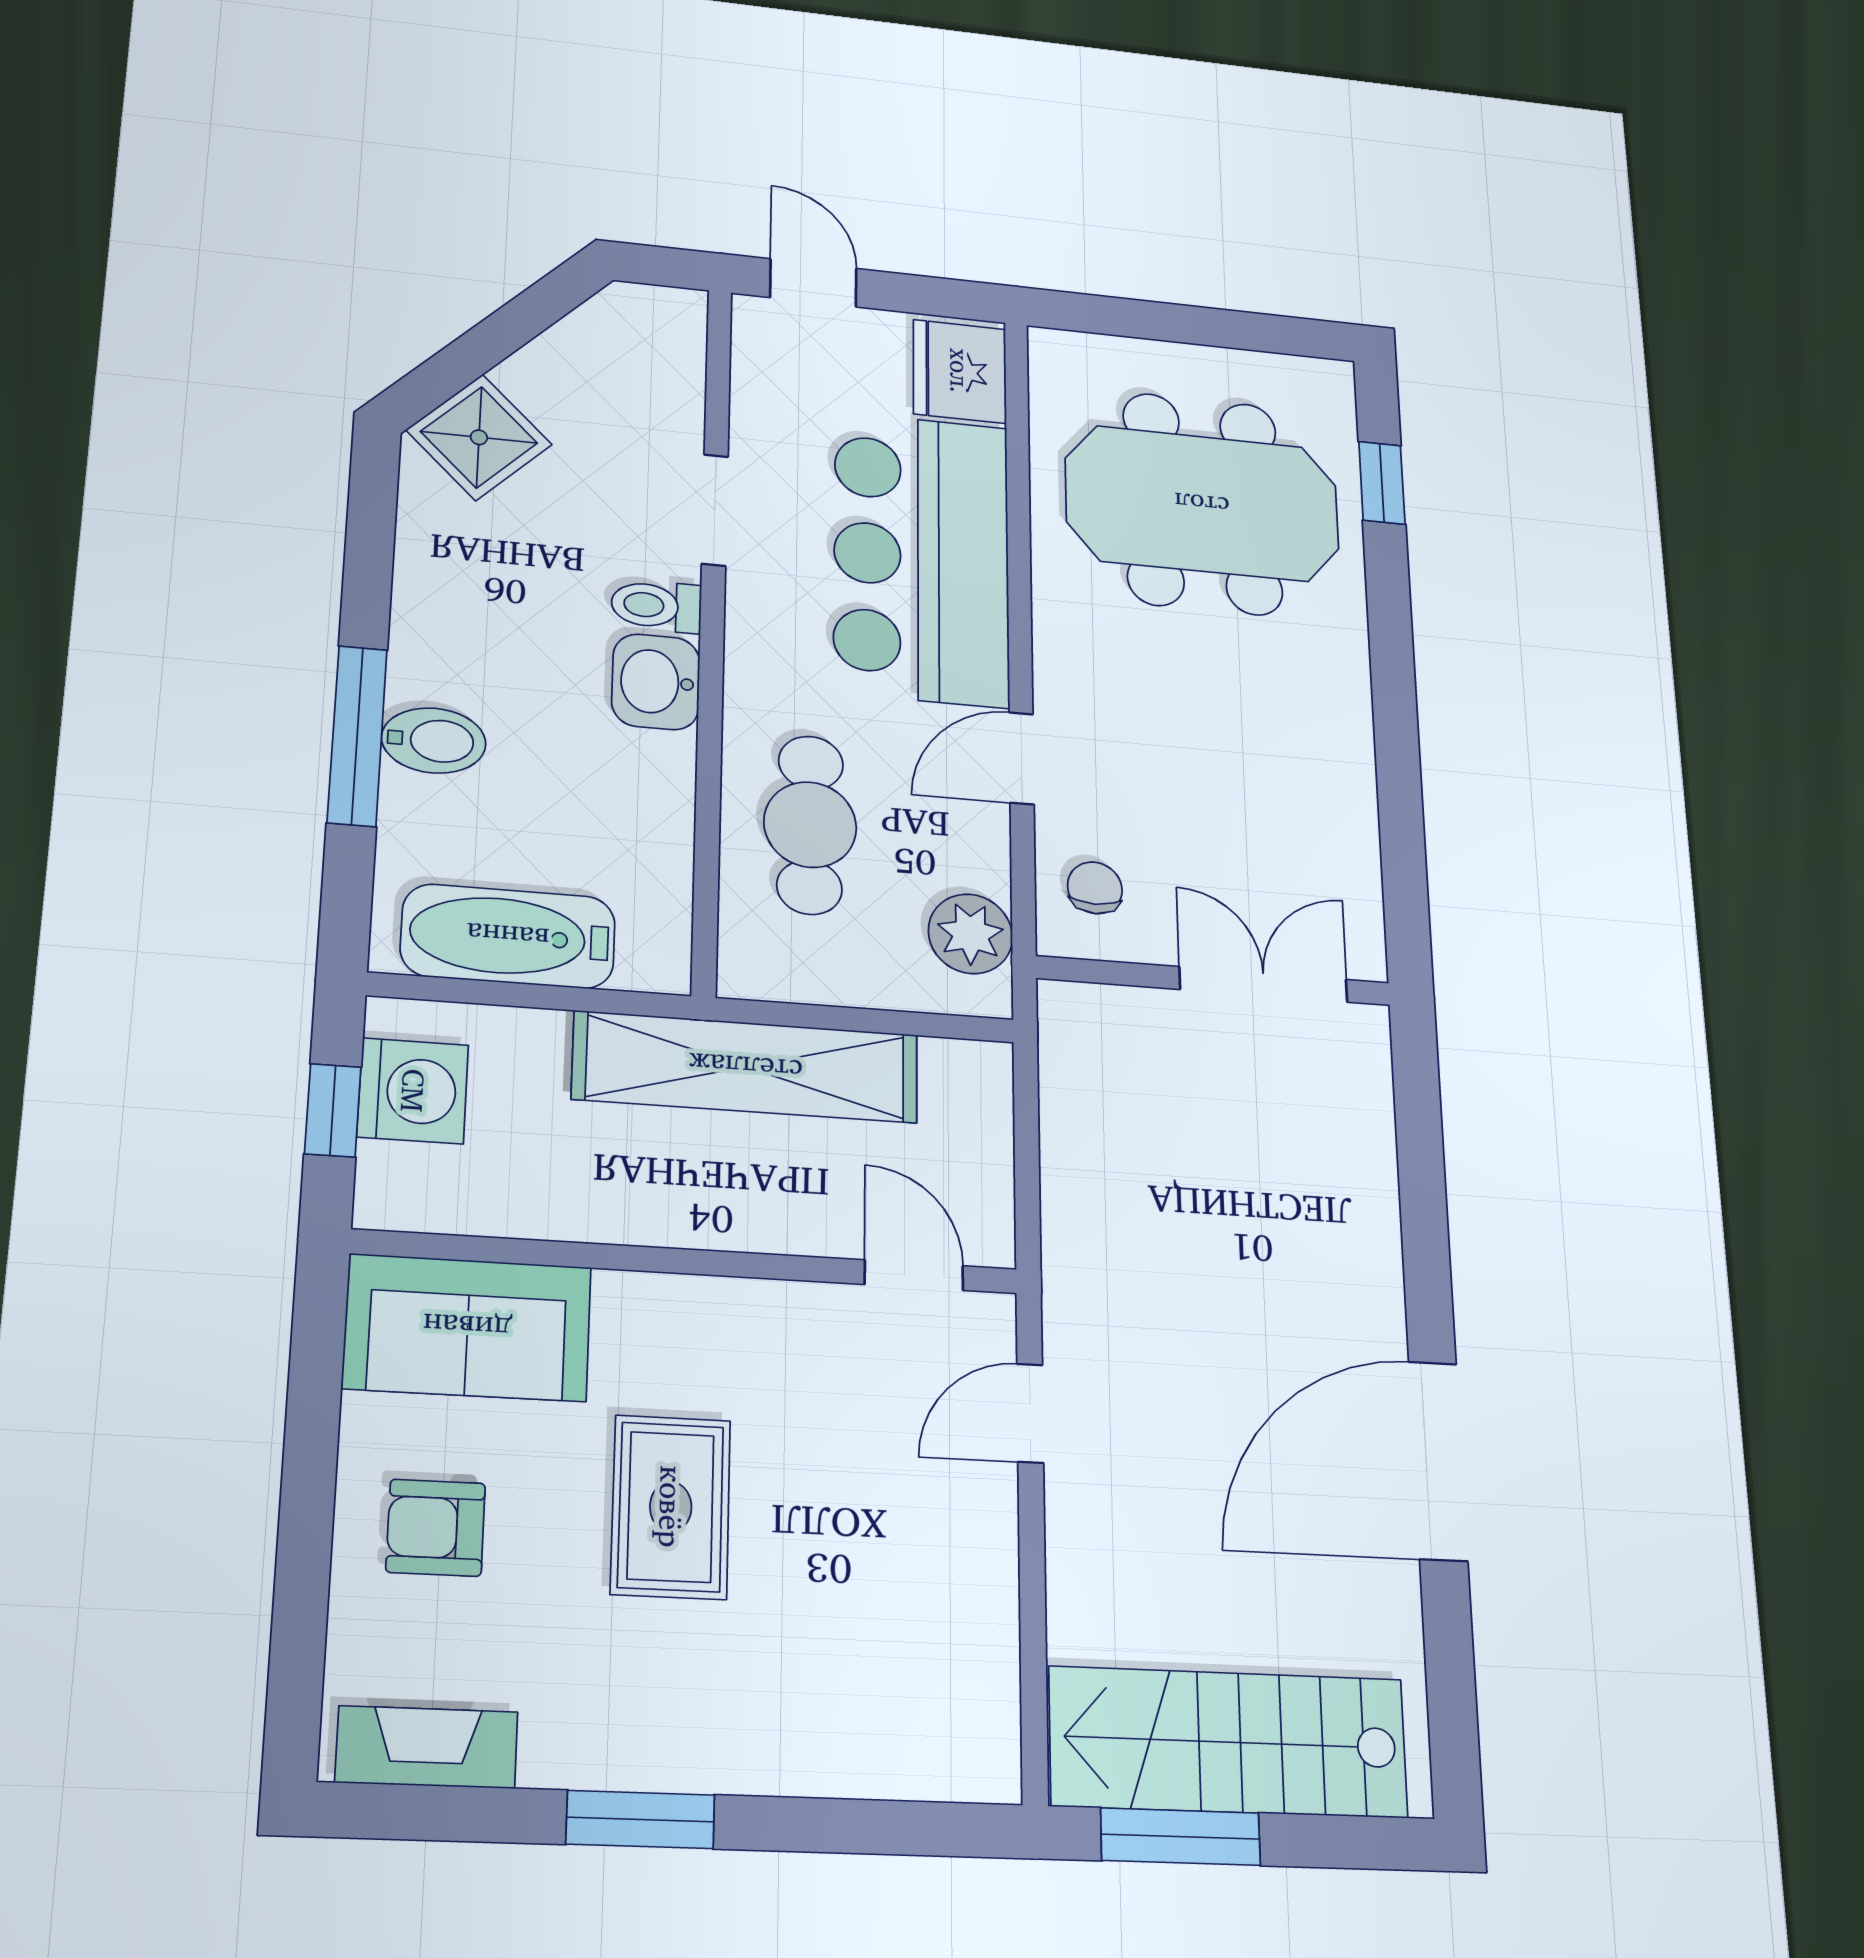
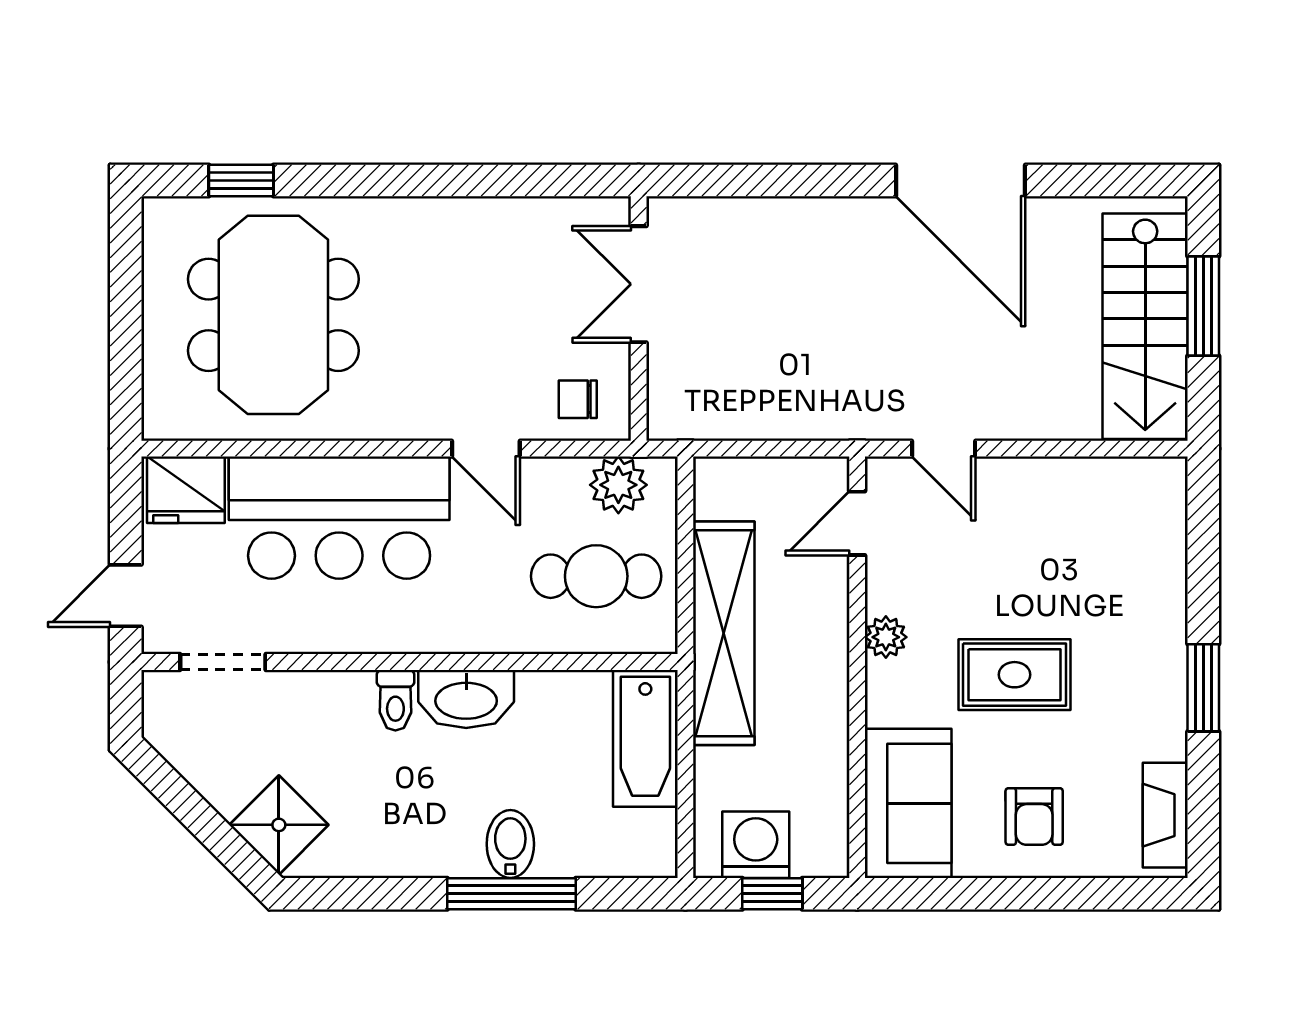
doorway: (715, 510) -> (223, 662), moved
washbasin: (656, 682) -> (466, 699), width x1.38
cafe table: (810, 825) -> (596, 576), moved
bathtub: (508, 936) -> (645, 738), moved
plant: (736, 1308) -> (886, 637), added
window: (1181, 1837) -> (1203, 306), moved

